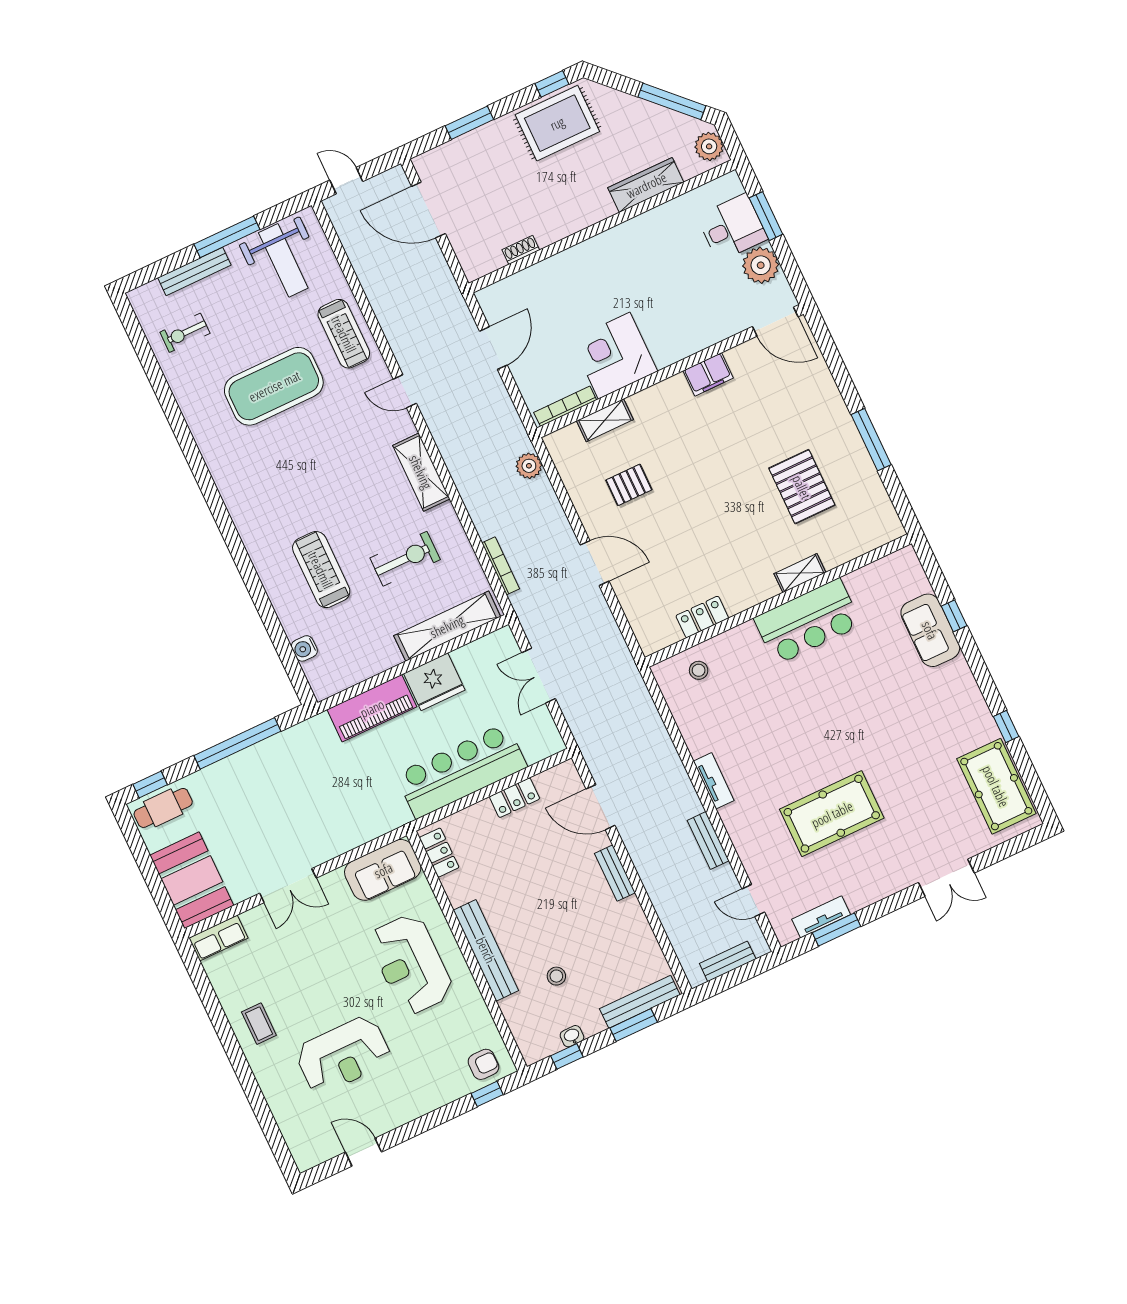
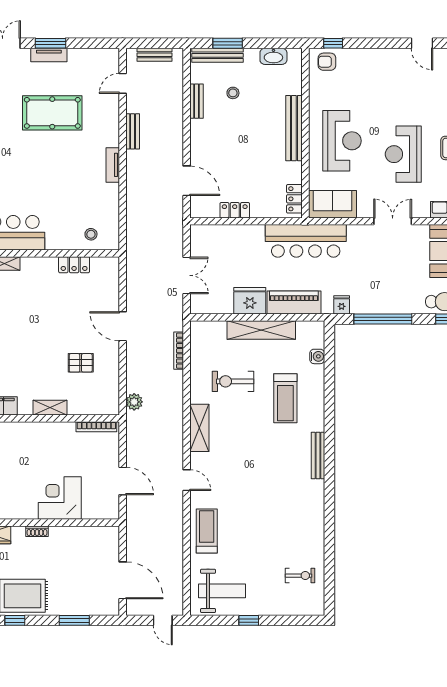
window: (227, 237) -> (249, 620), width x0.46
shoe rack: (521, 250) -> (37, 531), moved
weight bench: (283, 260) -> (222, 591), turned 90
bench: (194, 271) -> (318, 455), moved, turned 90
door: (493, 348) -> (123, 481), swing flipped
corner desk: (614, 356) -> (60, 498), moved, turned 180
exercise mat: (274, 386) -> (263, 519), removed
shelving: (605, 420) -> (50, 408), moved
shelving: (447, 626) -> (261, 330), moved
fridge: (304, 736) -> (342, 305), added
bar counter: (461, 771) -> (306, 241), moved
bench: (615, 873) -> (196, 101), moved
door: (753, 901) -> (123, 83), swing flipped
tv unit: (821, 917) -> (49, 55), moved
window: (837, 929) -> (50, 43), moved
stool: (556, 976) -> (233, 93), moved
washbasin: (572, 1036) -> (273, 56), width x1.91, depth x1.45
reception desk: (343, 1055) -> (403, 154), moved, turned -90
window: (567, 1056) -> (276, 43), removed

